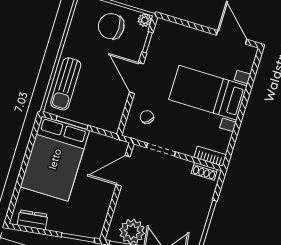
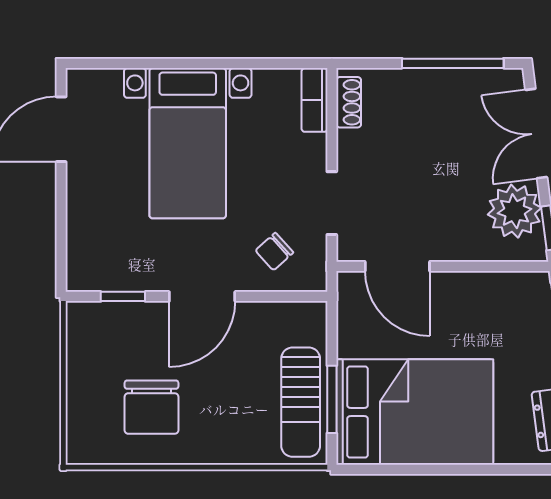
plant: (145, 20) -> (80, 315), removed
chair: (111, 26) -> (151, 407), moved
sun lounger: (66, 84) -> (301, 402), moved, turned 90

